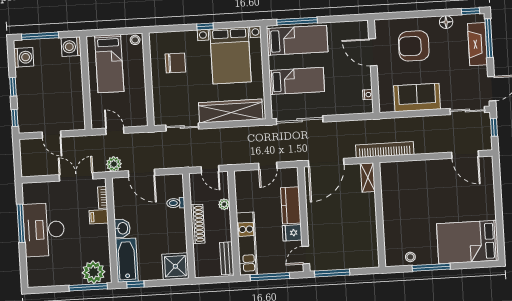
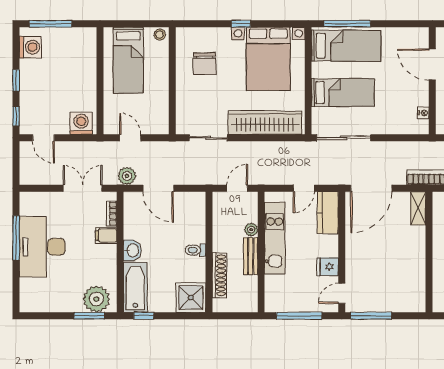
washing machine: (71, 47) -> (81, 123), moved, turned 90
chair: (175, 63) -> (204, 64), turned 90
door: (51, 135) -> (43, 138), moved
door: (210, 169) -> (237, 188), swing flipped
toilet: (176, 203) -> (196, 250), moved
kitchen counter: (291, 205) -> (328, 213), moved
shoe rack: (198, 224) -> (219, 275), moved
kitchen unit: (247, 244) -> (275, 238), moved
bench: (227, 258) -> (251, 256), moved
window: (88, 287) -> (89, 316), width x0.69

